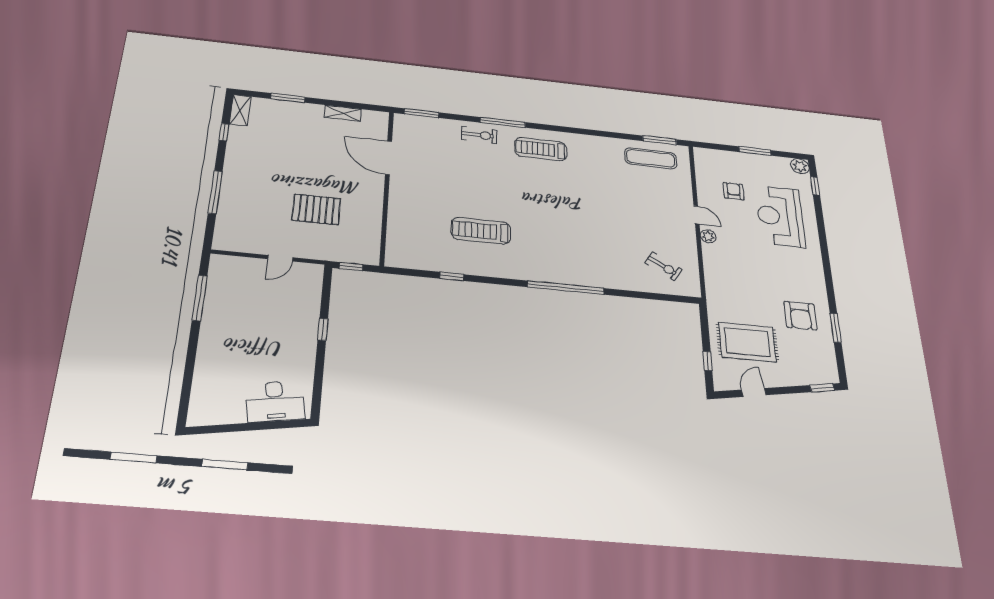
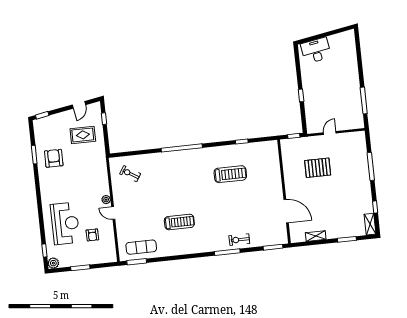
treadmill: (541, 149) -> (179, 222), moved
rug: (747, 342) -> (83, 135), width x0.73, depth x0.70

